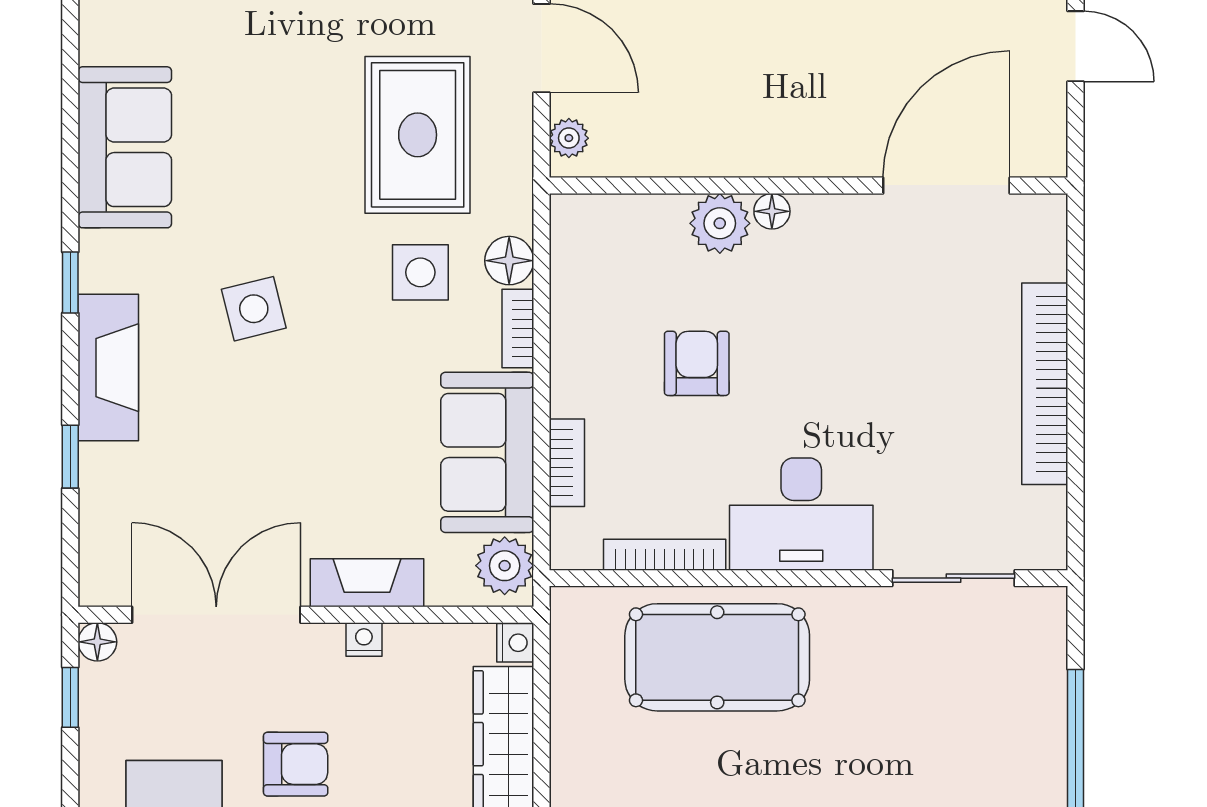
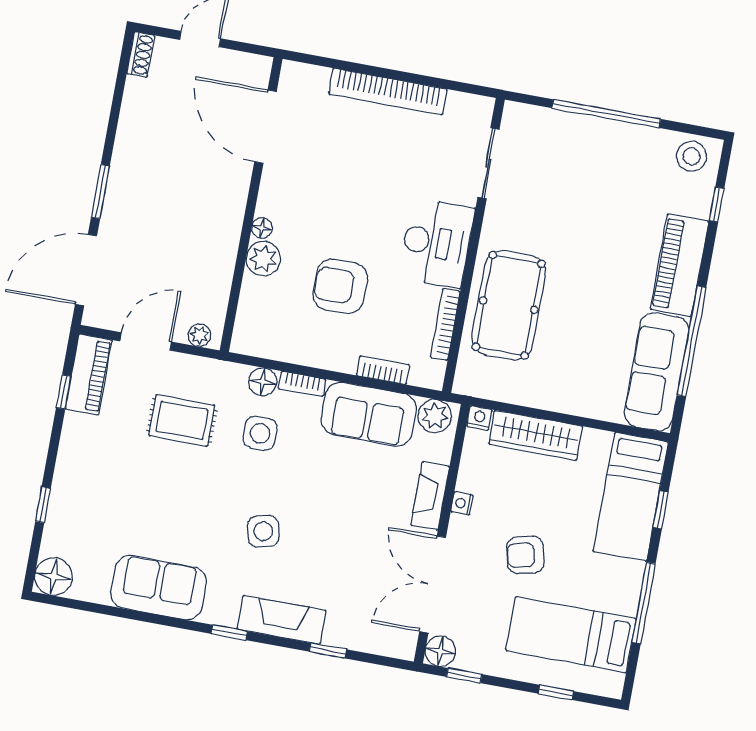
rug: (418, 135) -> (182, 421), width x0.73, depth x0.70
armchair: (697, 363) -> (340, 286), width x1.38, depth x1.38
floor lamp: (97, 642) -> (440, 651), width x1.37, depth x1.37
armchair: (296, 764) -> (525, 555), turned -103

